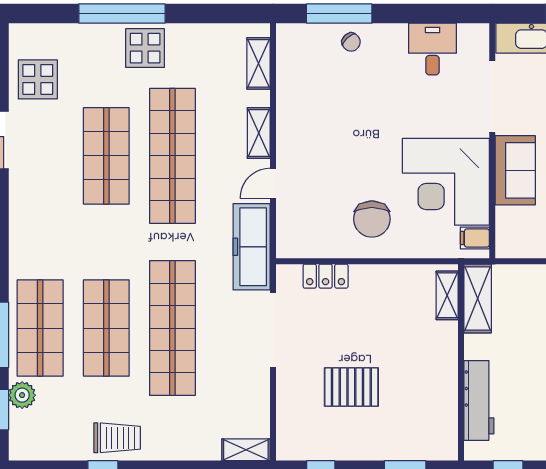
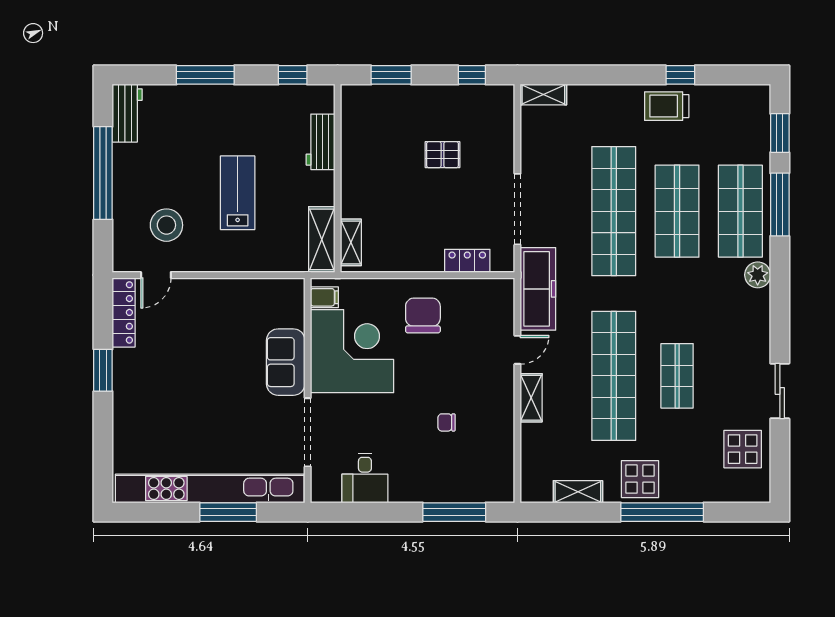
chair: (351, 42) -> (447, 422), moved, turned -47
shelving: (259, 63) -> (578, 492), moved, turned 90
shop shelf: (106, 156) -> (677, 376), width x0.70, depth x0.74
pallet: (351, 387) -> (442, 155), width x0.67, depth x0.71
plant: (22, 395) -> (758, 275), moved
workbench: (479, 400) -> (321, 142), width x0.73

